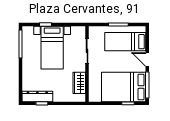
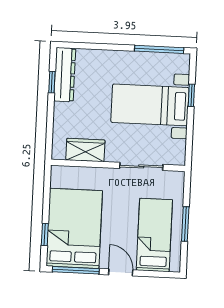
door: (147, 60) -> (121, 272), hinge flipped

